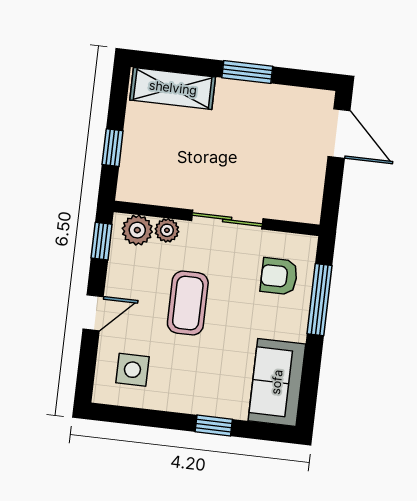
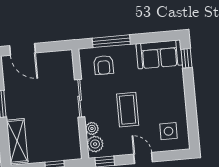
door: (339, 134) -> (22, 49), swing flipped
coffee table: (188, 303) -> (128, 110), turned 90
window: (214, 426) -> (187, 58), moved

